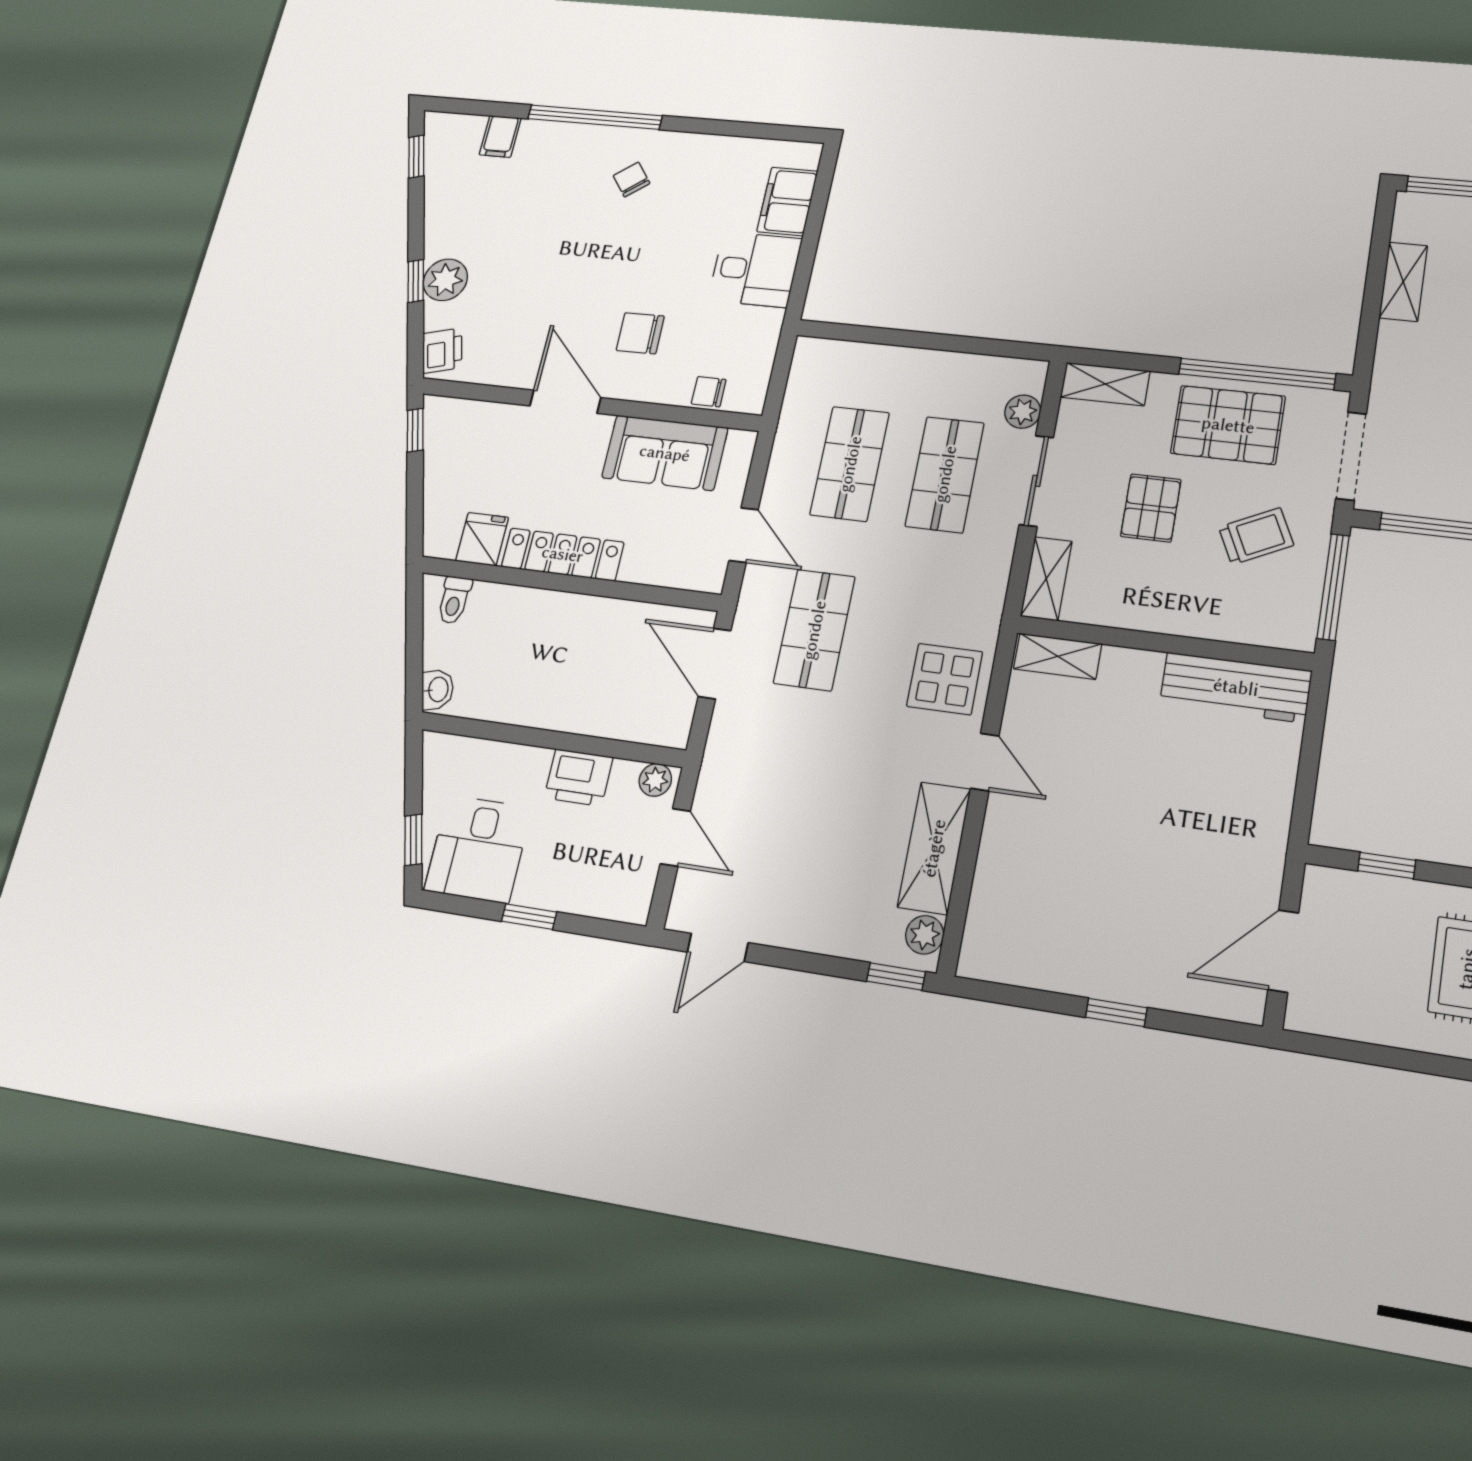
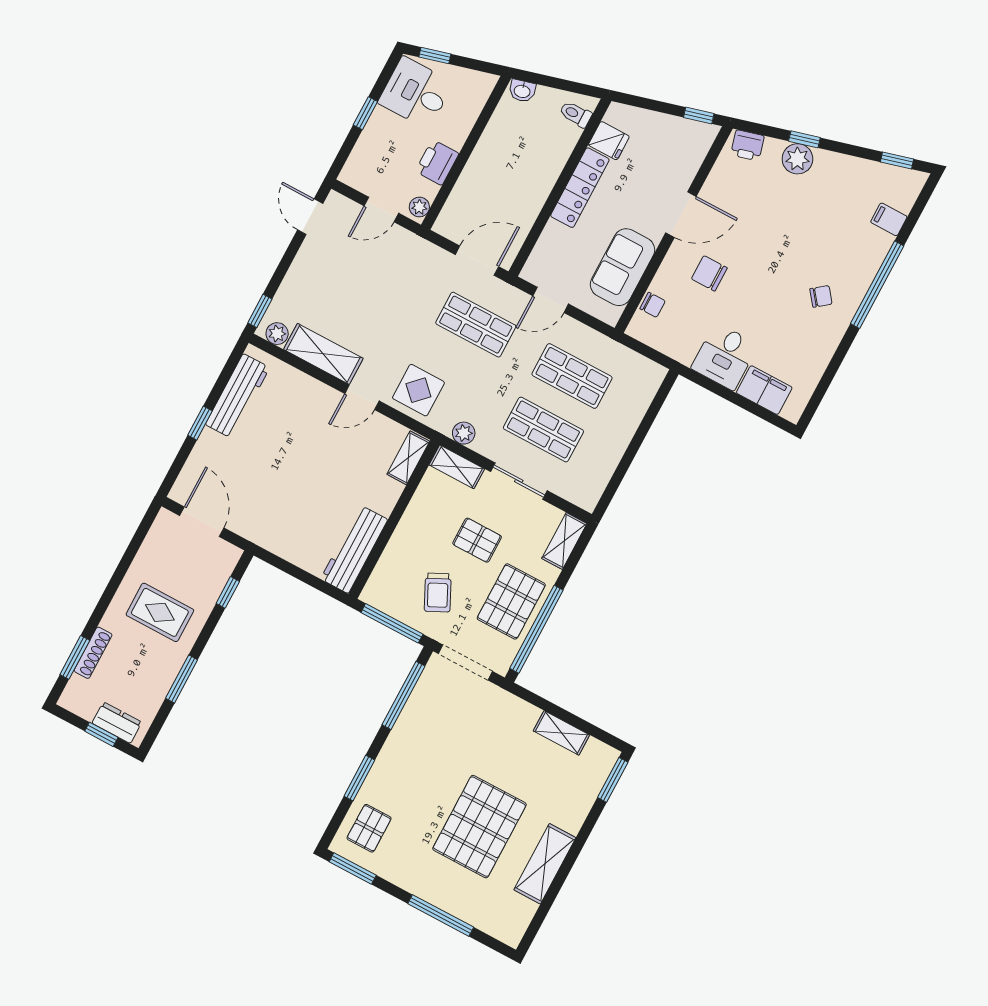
chair: (640, 333) -> (709, 273), turned -89
chair: (709, 392) -> (653, 305), turned 90
plant: (1023, 412) -> (464, 433), moved
workbench: (1049, 964) -> (238, 396), added

